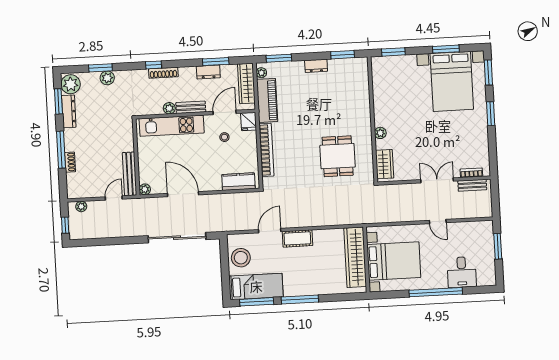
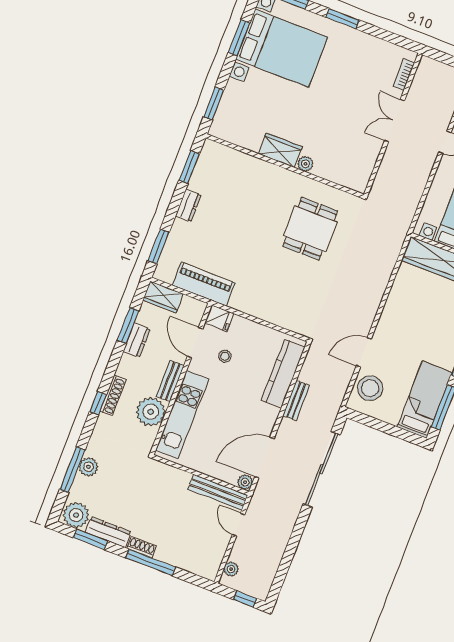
window: (100, 68) -> (72, 470), width x1.44
plant: (261, 73) -> (167, 276), removed
wardrobe: (246, 83) -> (163, 297), width x0.67
plant: (169, 108) -> (151, 412), width x1.88, depth x1.88
bookcase: (266, 150) -> (264, 312), removed
dining table: (338, 156) -> (310, 229), turned 90
shoe rack: (70, 162) -> (142, 547), moved
wardrobe: (385, 164) -> (280, 150), moved
kitchen counter: (238, 182) -> (283, 374), width x1.50
bench: (472, 185) -> (296, 400), moved
door: (183, 194) -> (264, 458), moved
door: (270, 231) -> (364, 352), hinge flipped
cot: (297, 238) -> (389, 323), removed
stool: (241, 258) -> (370, 388), moved

